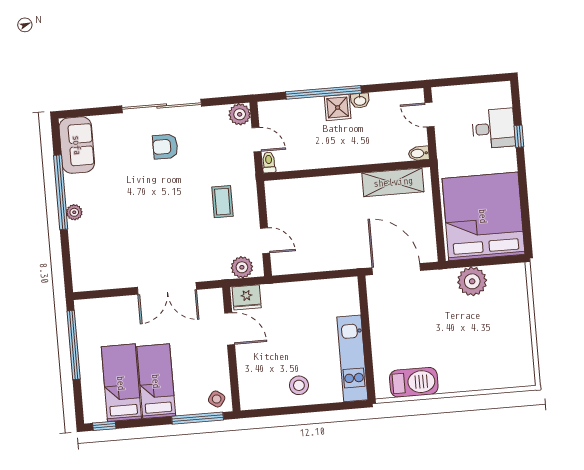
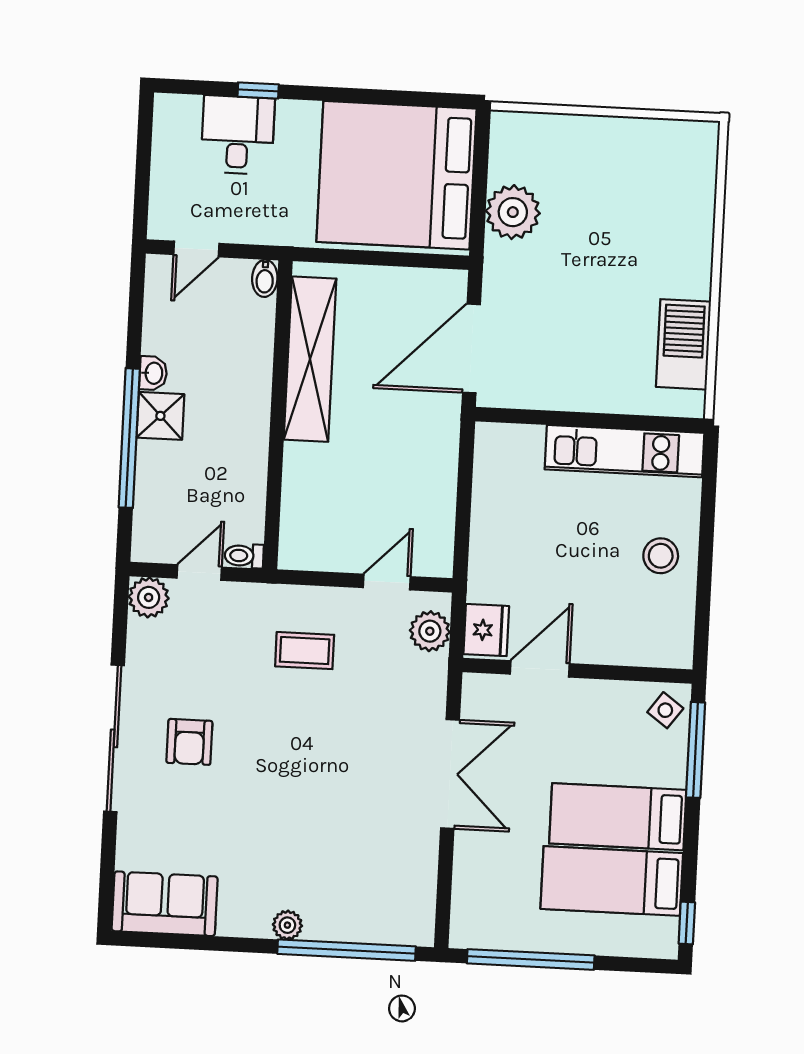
shelving: (393, 182) -> (310, 359), width x1.47
window: (61, 192) -> (347, 950), moved

